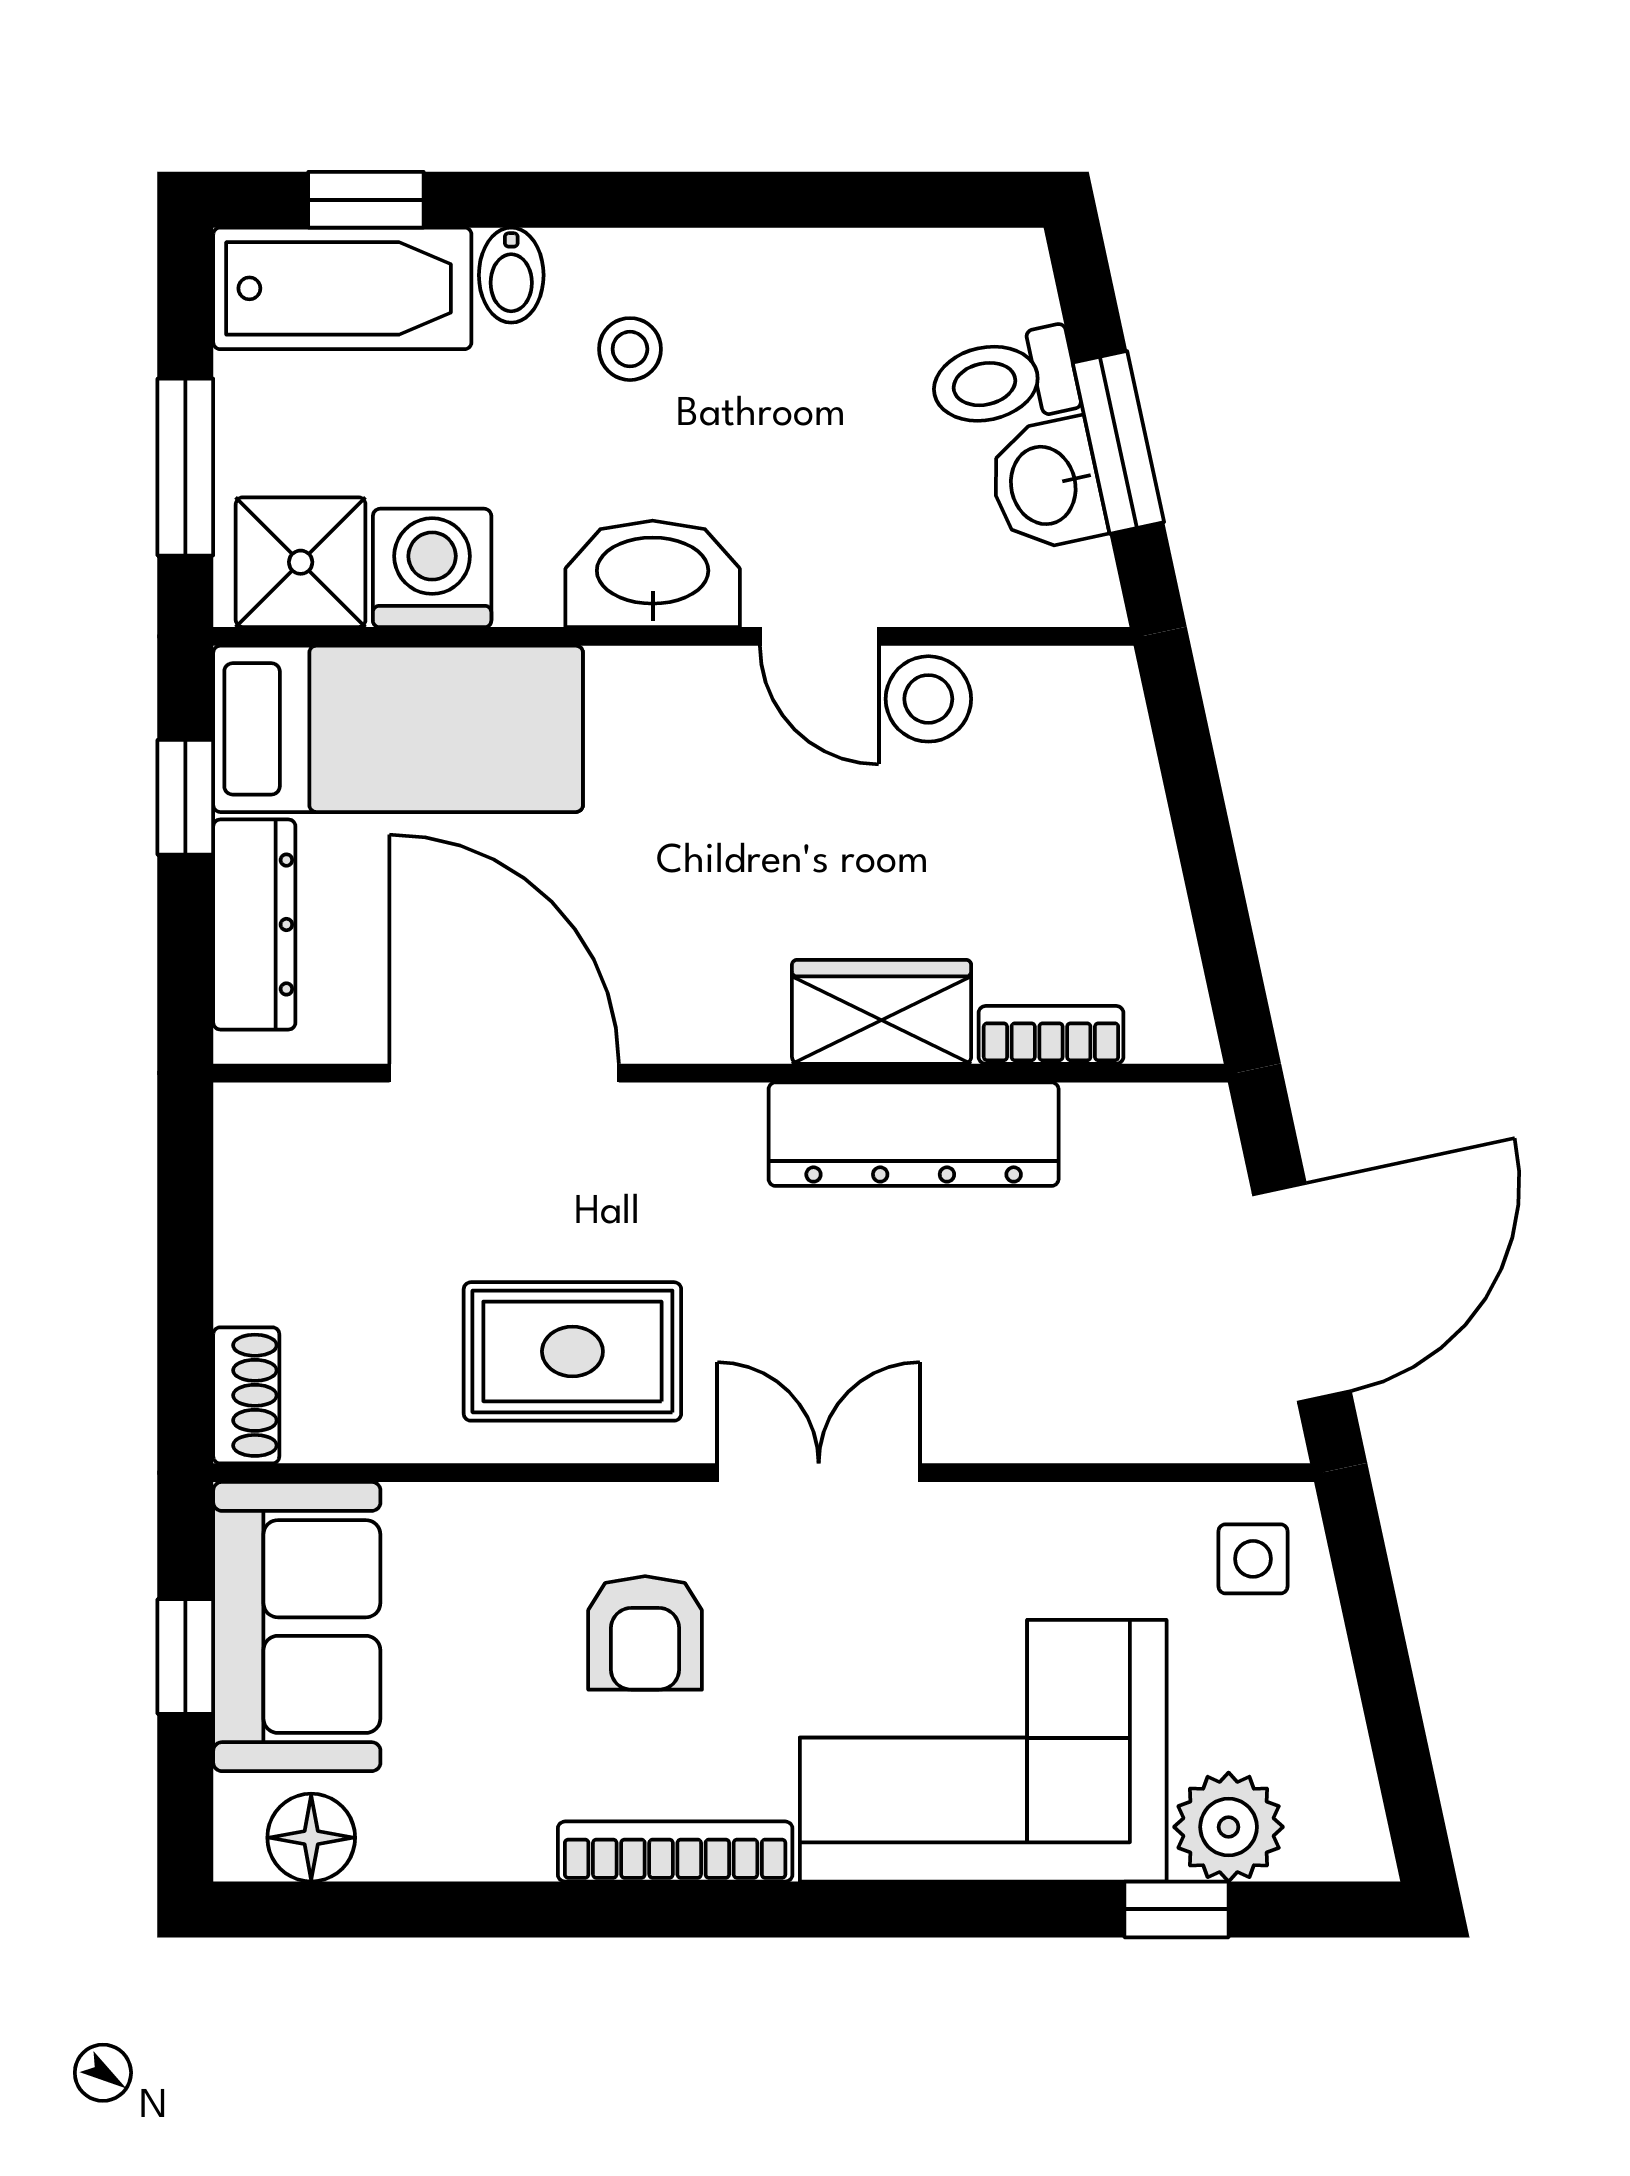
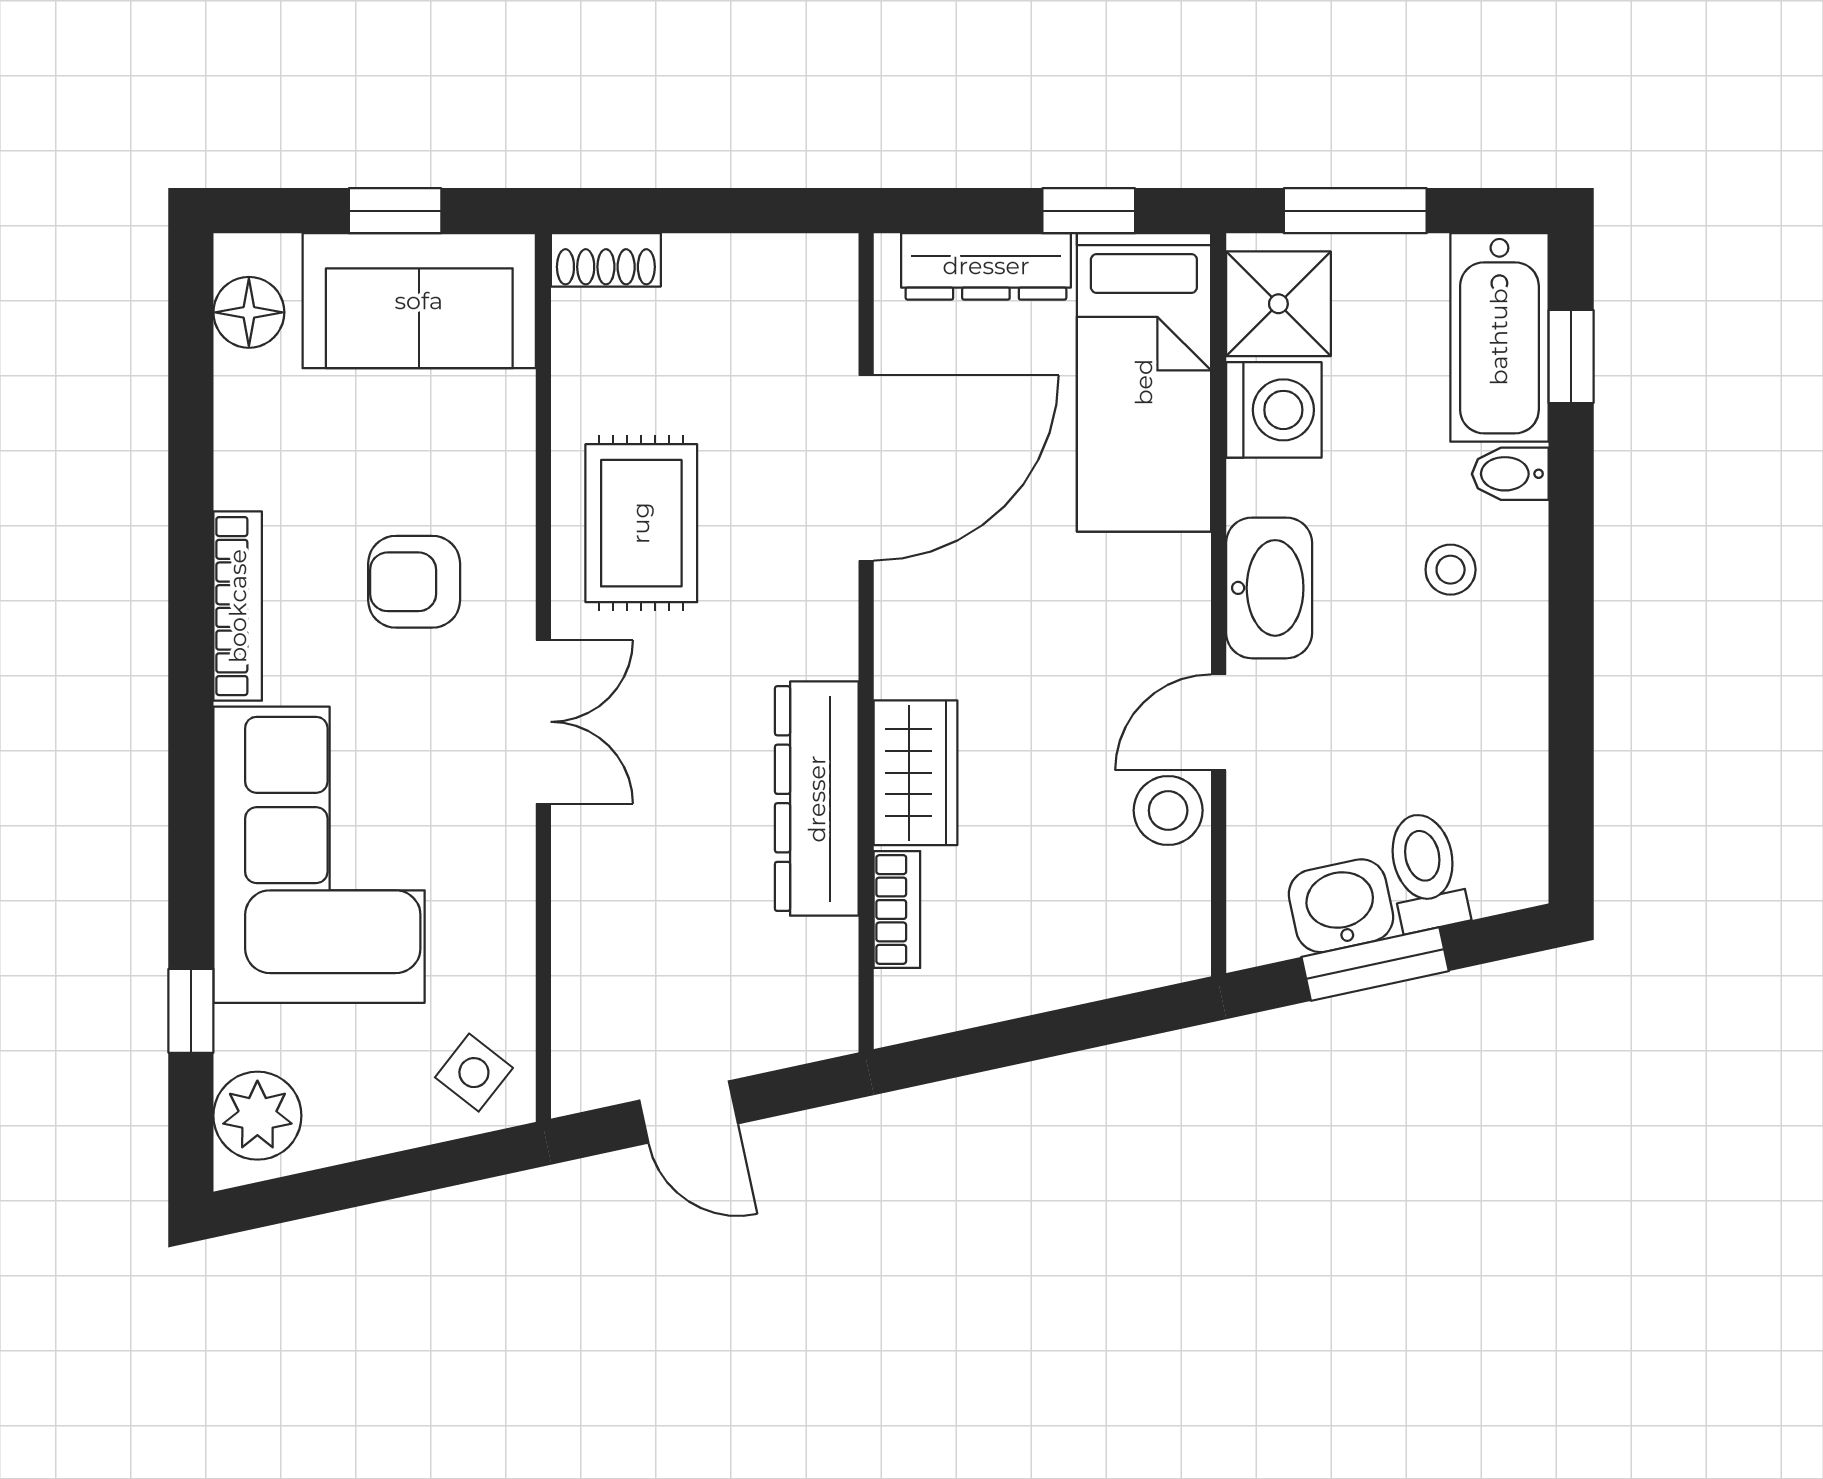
door: (1302, 1293) -> (689, 1112), width x0.53
side table: (1253, 1559) -> (474, 1073), turned 38
plant: (1229, 1827) -> (257, 1116), moved

